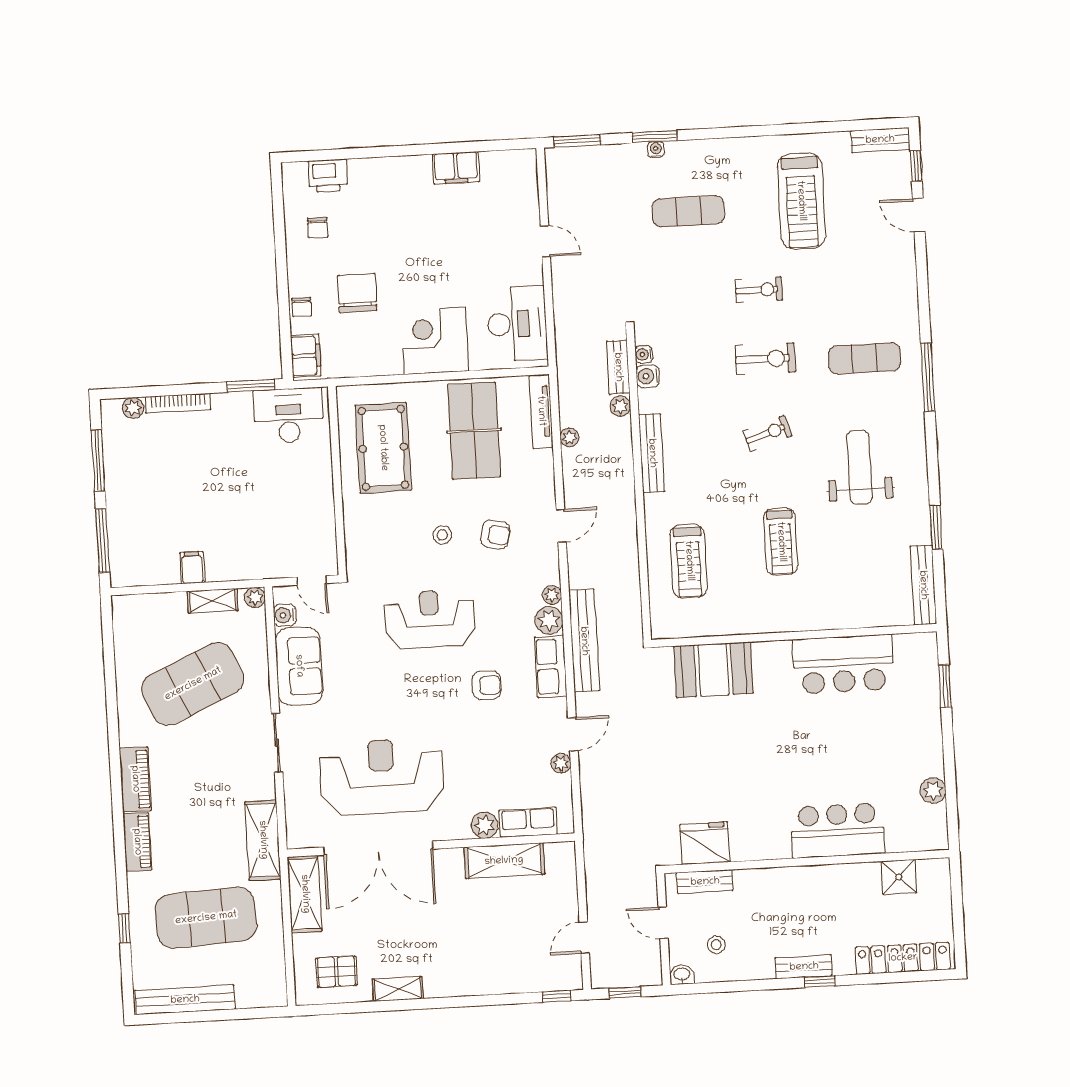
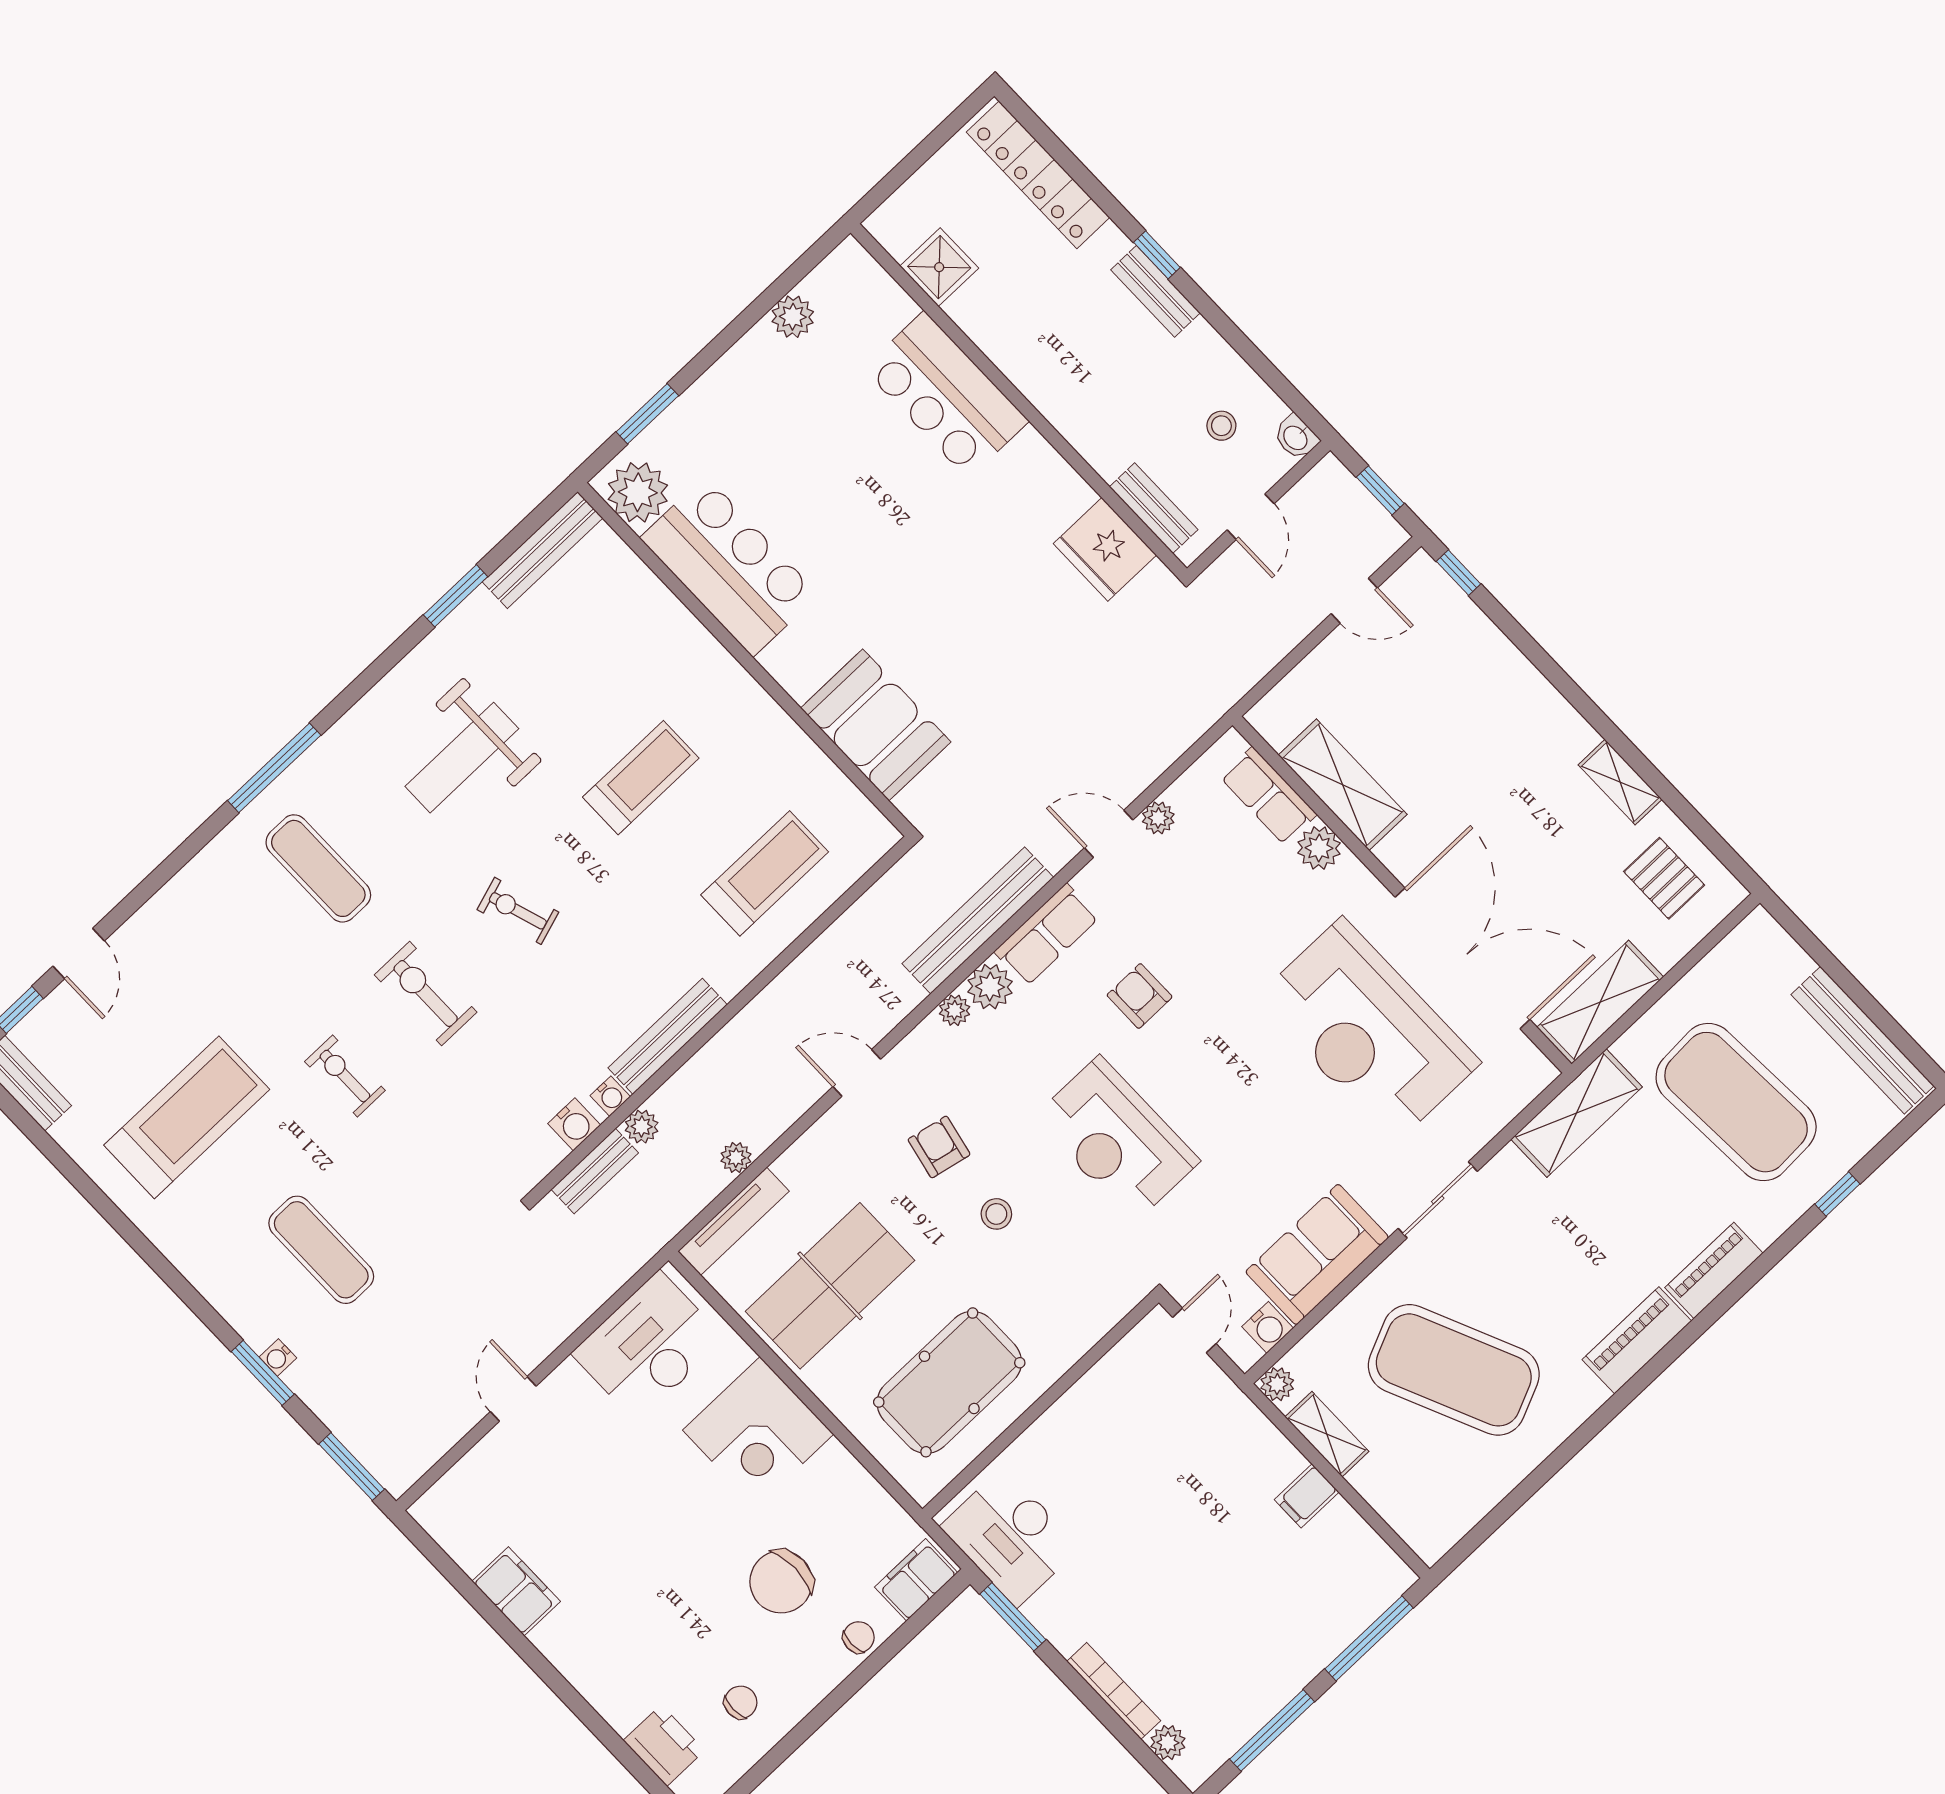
water cooler: (644, 354) -> (610, 1096), moved
plant: (913, 651) -> (638, 492), added

